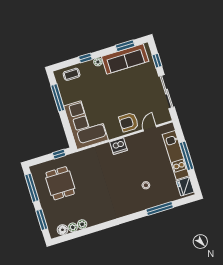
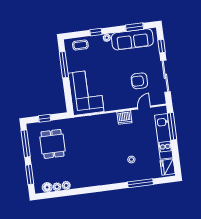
armchair: (129, 122) -> (139, 81), moved
dishwasher: (119, 146) -> (124, 117), moved
window: (59, 154) -> (45, 118), moved
window: (186, 156) -> (172, 126), moved

